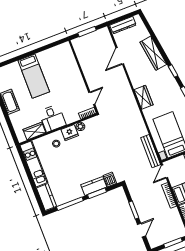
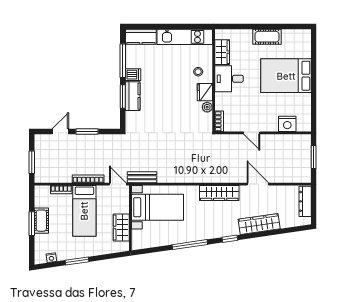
door: (120, 56) -> (258, 184), moved
nightstand: (70, 61) -> (287, 124), added
bed: (34, 76) -> (286, 76), width x1.50
wardrobe: (144, 97) -> (219, 193), width x1.50
door: (92, 98) -> (252, 133), moved
bench: (151, 151) -> (142, 177), width x0.73
dishwasher: (110, 179) -> (133, 75), moved
door: (142, 230) -> (60, 132), swing flipped

